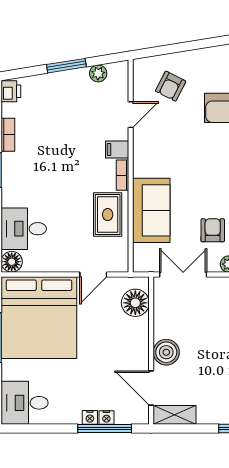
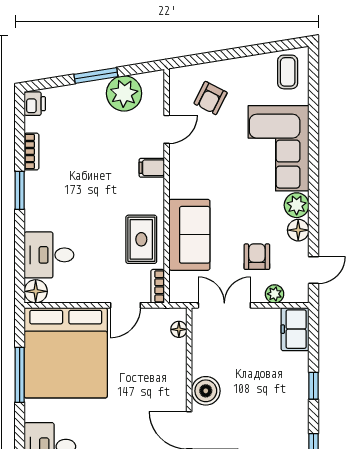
plant: (98, 73) -> (124, 93), width x1.87, depth x1.87
bookcase: (122, 175) -> (158, 286), moved
floor lamp: (135, 303) -> (179, 329), width x0.53, depth x0.53

